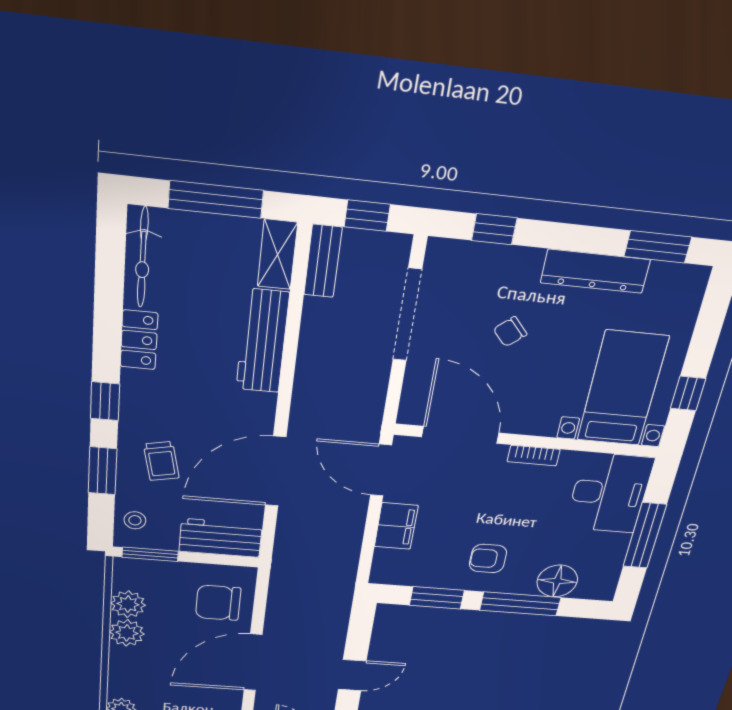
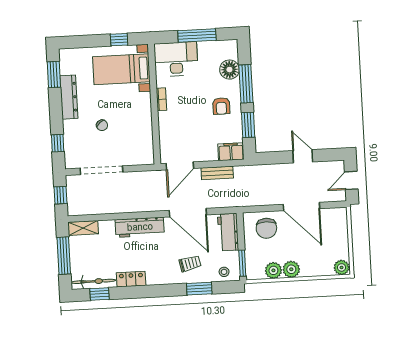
bench: (323, 261) -> (217, 173), moved
workbench: (262, 341) -> (140, 227), moved
window: (105, 401) -> (100, 294), moved
door: (460, 435) -> (156, 135), removed
filing cabinet: (396, 526) -> (231, 152), moved

